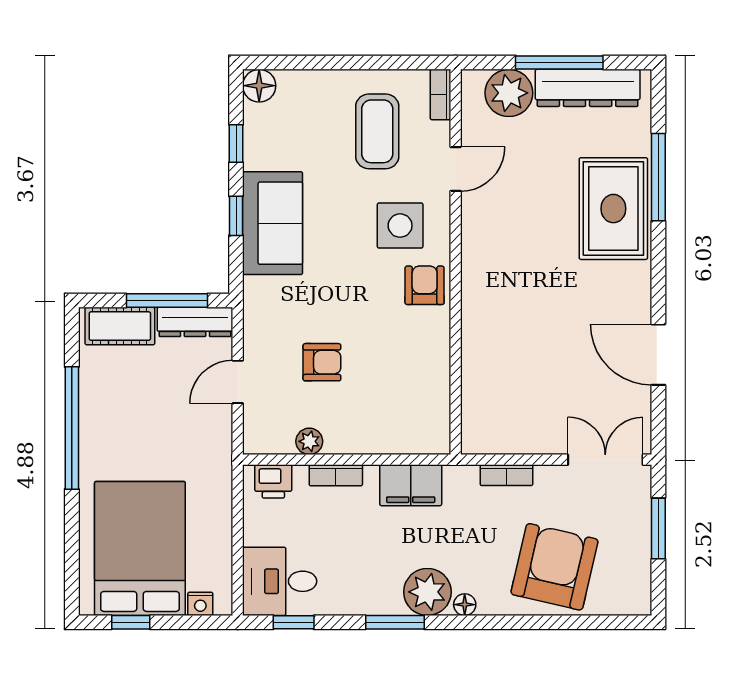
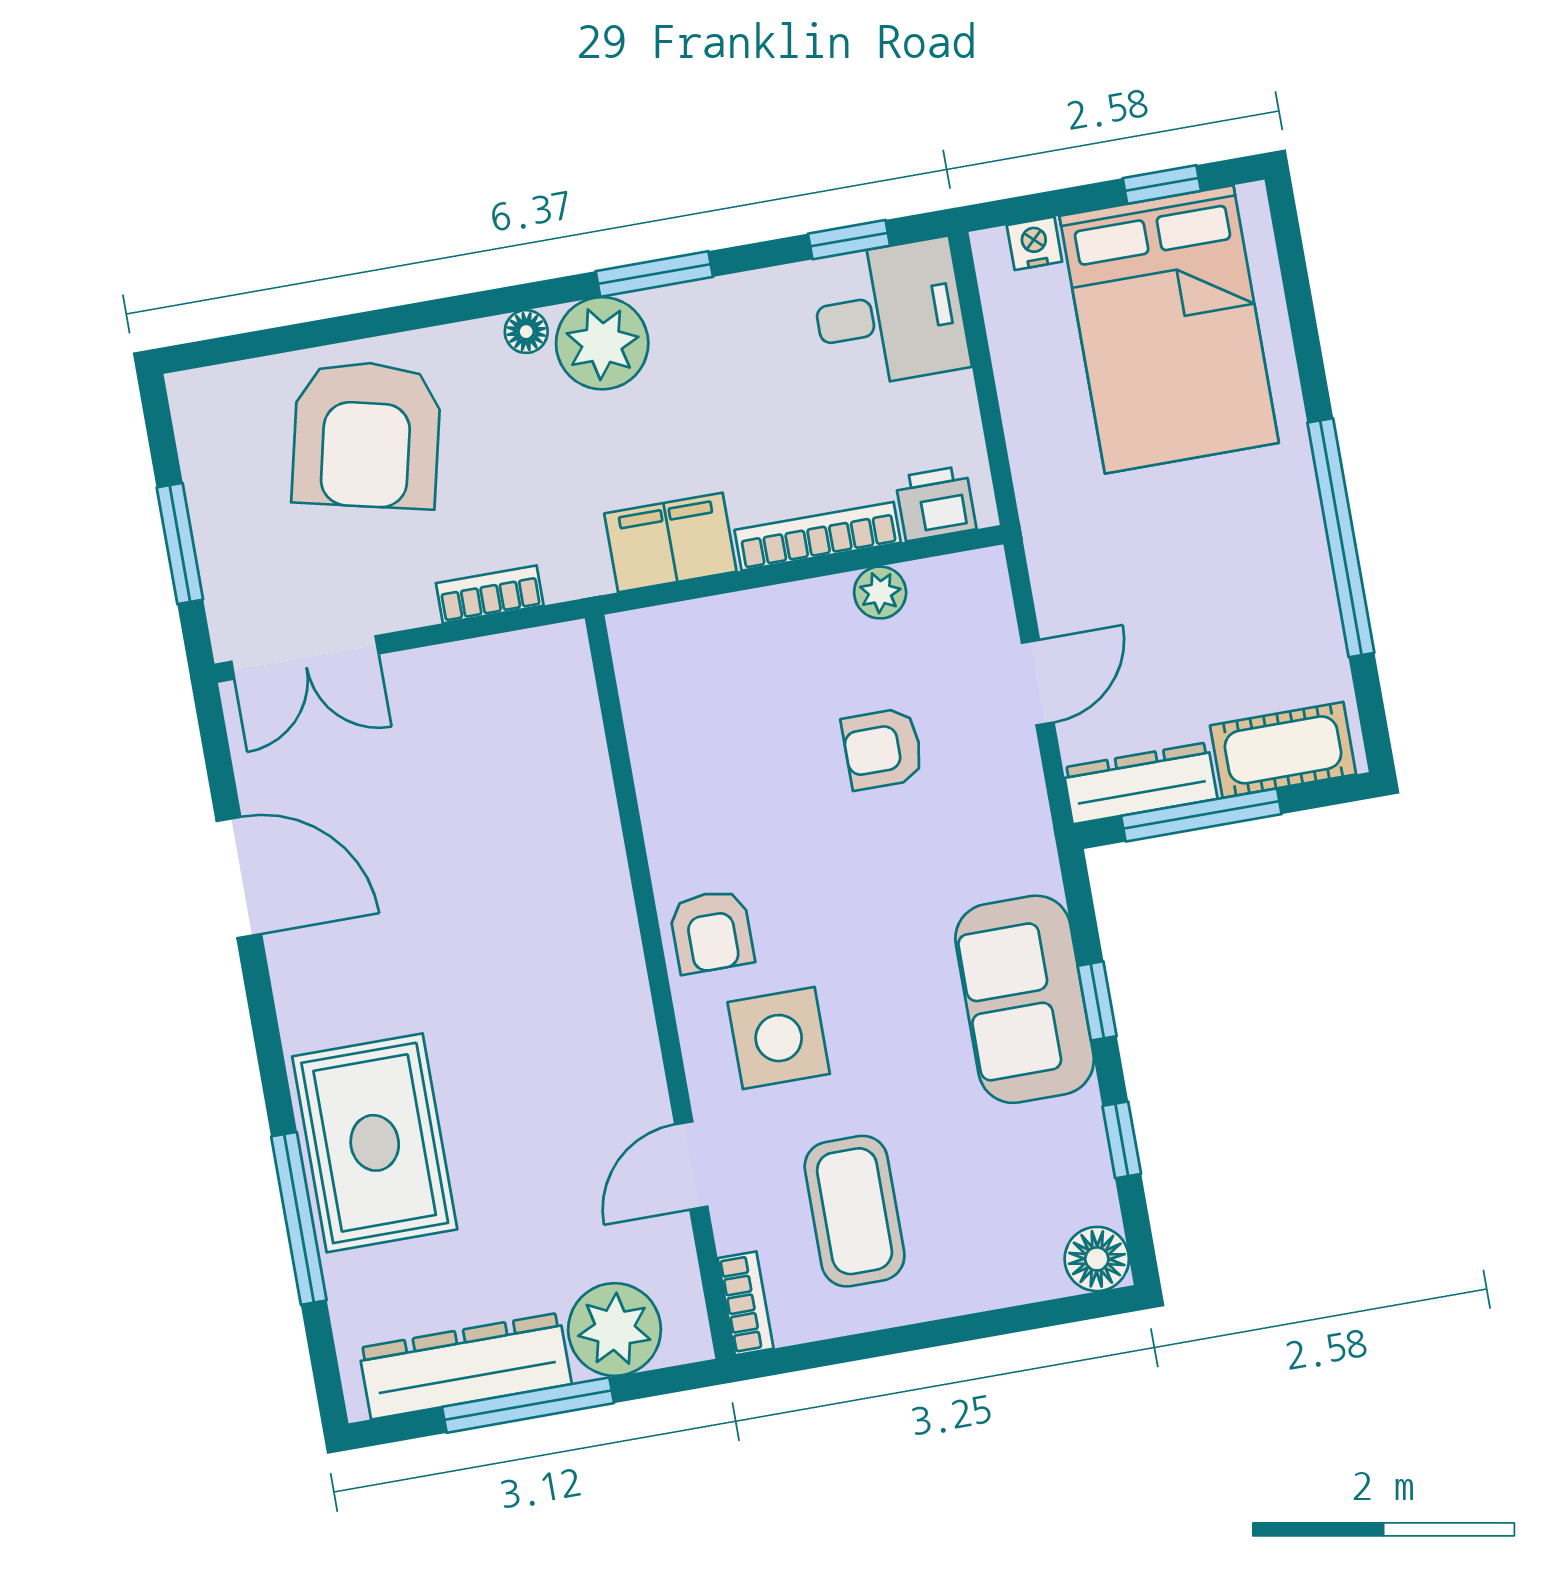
bookcase: (336, 475) -> (818, 536), width x1.56

